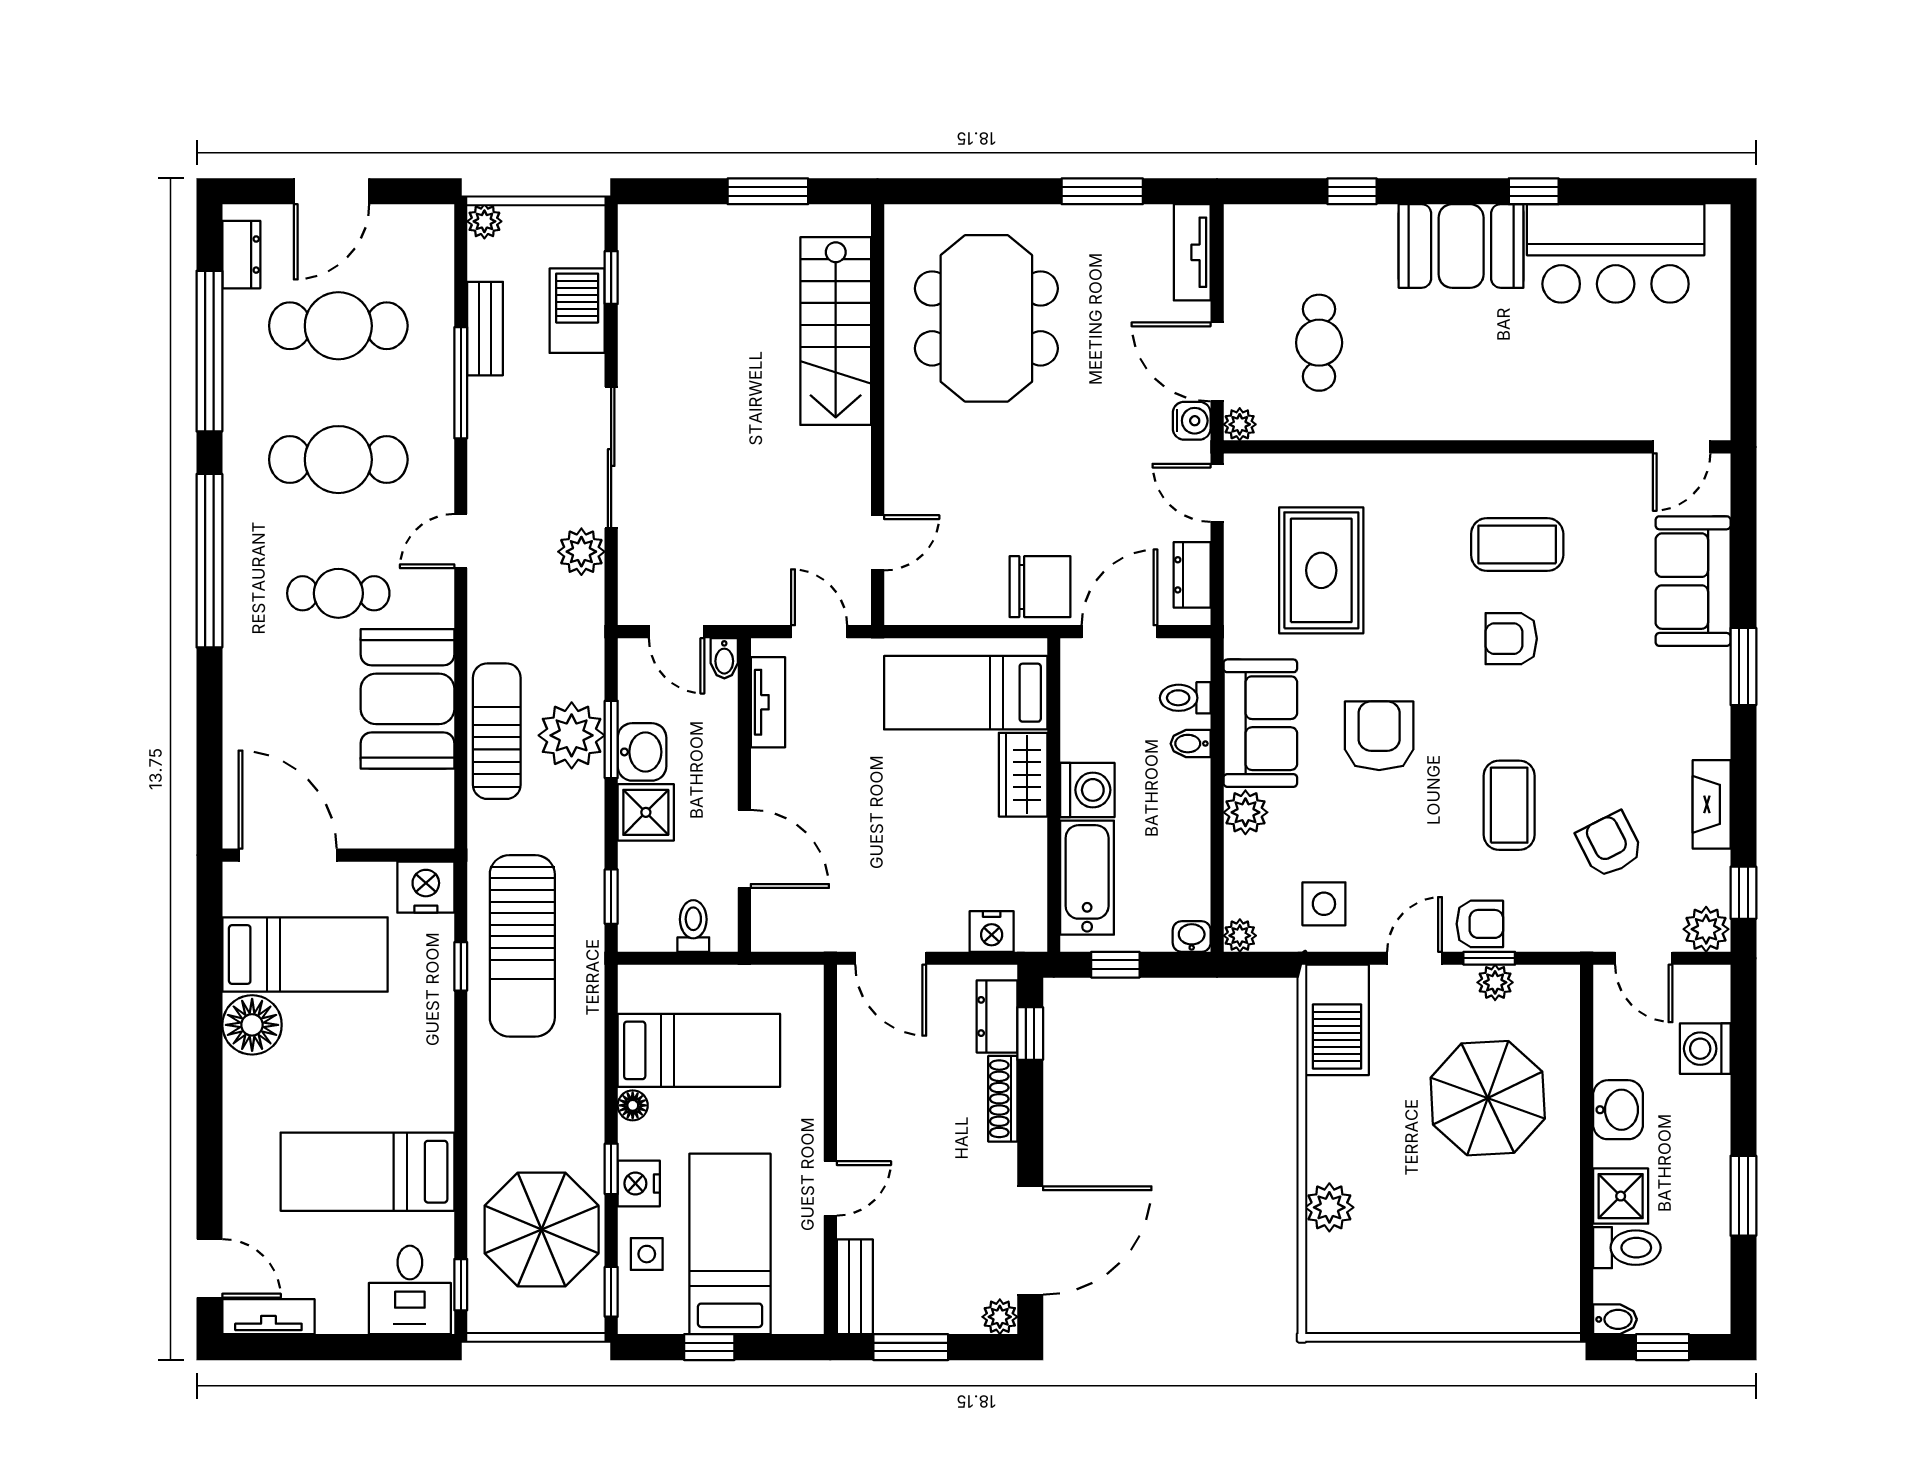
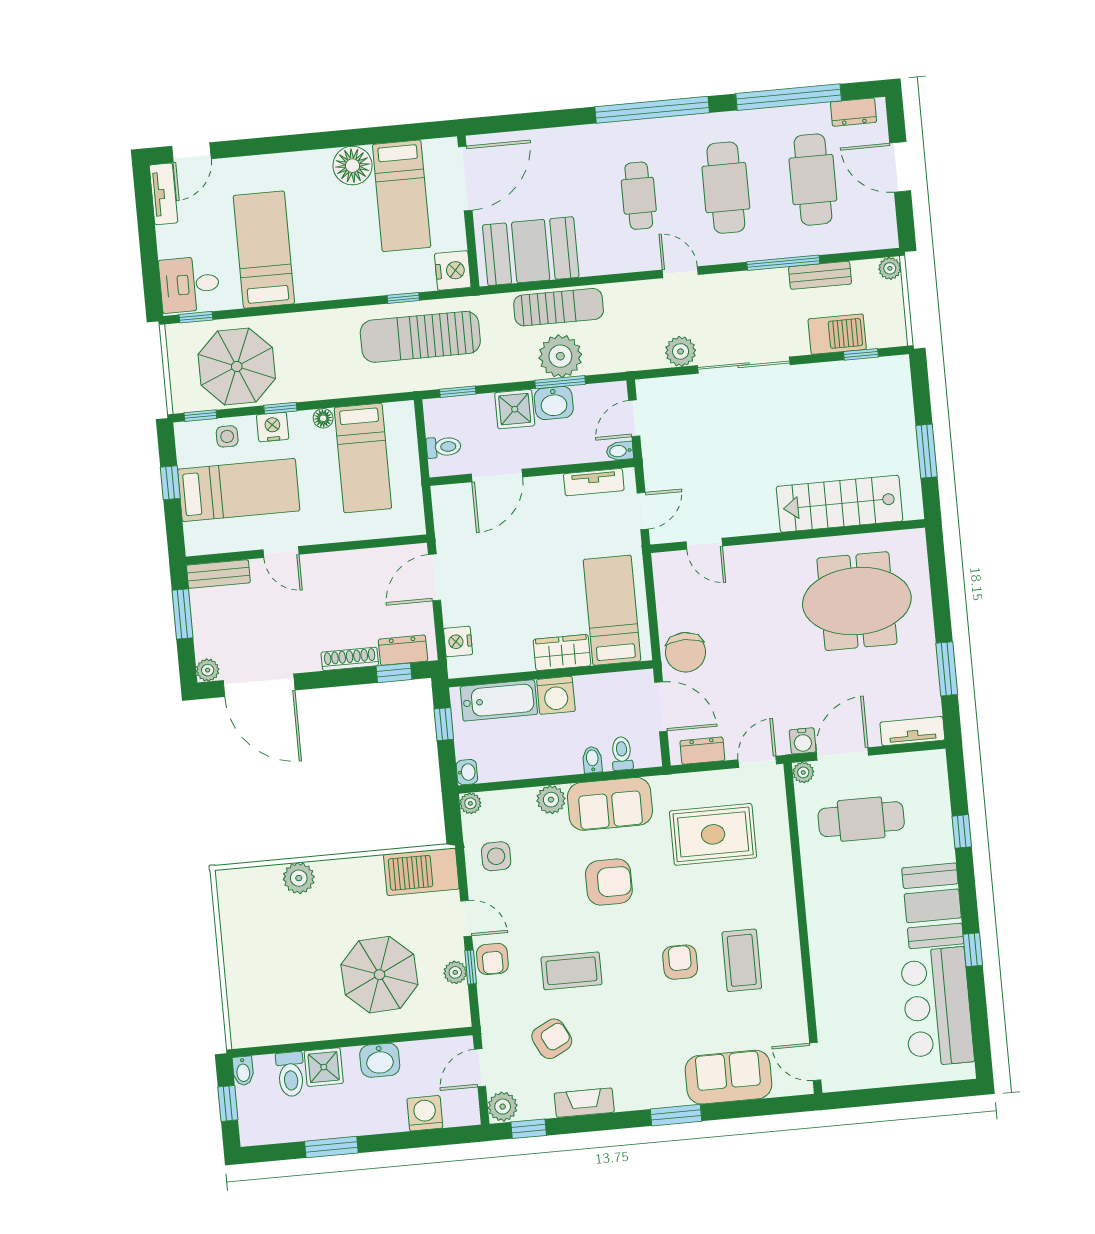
cafe table: (1319, 343) -> (861, 819), width x1.37, depth x1.35
booth: (407, 699) -> (531, 251), moved

